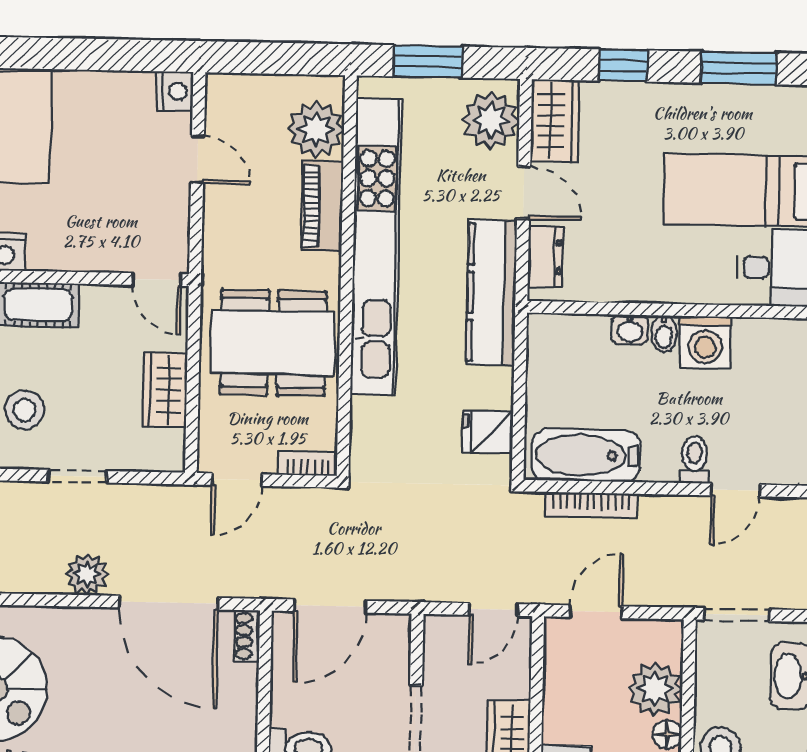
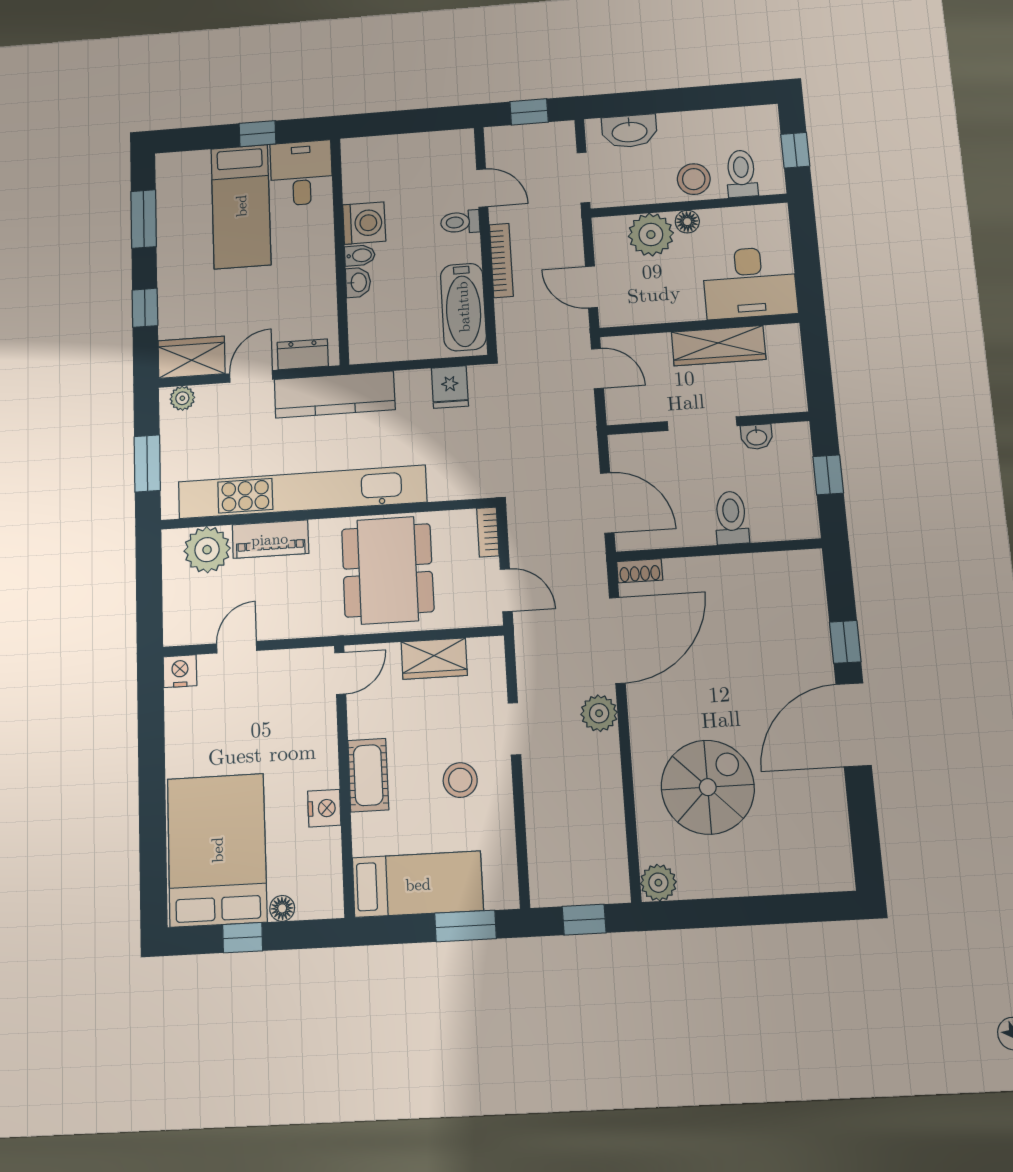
plant: (491, 120) -> (182, 398), width x0.53, depth x0.53
bookcase: (591, 505) -> (501, 260), moved

